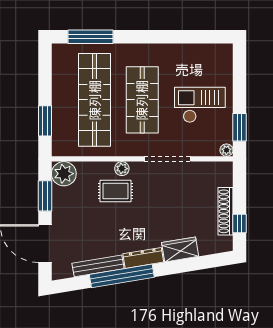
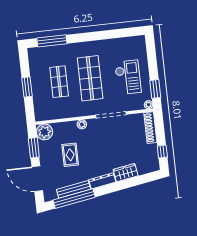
shop shelf: (95, 100) -> (59, 82), width x0.50, depth x0.74
checkout: (200, 105) -> (128, 77), turned 90
window: (45, 121) -> (27, 87), moved
rug: (116, 191) -> (70, 155), moved, turned 90
shoe rack: (225, 211) -> (150, 128), moved
window: (122, 276) -> (74, 199), moved

